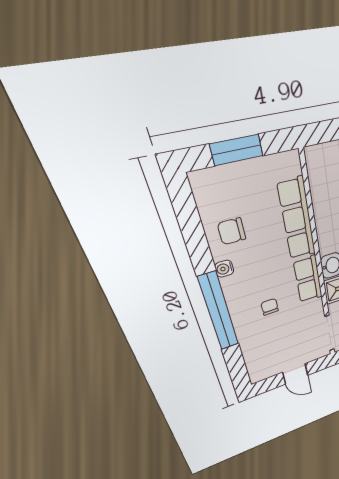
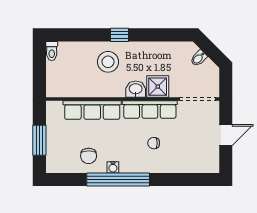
row of seats: (308, 279) -> (150, 110), width x1.48
window: (219, 312) -> (118, 179), moved

